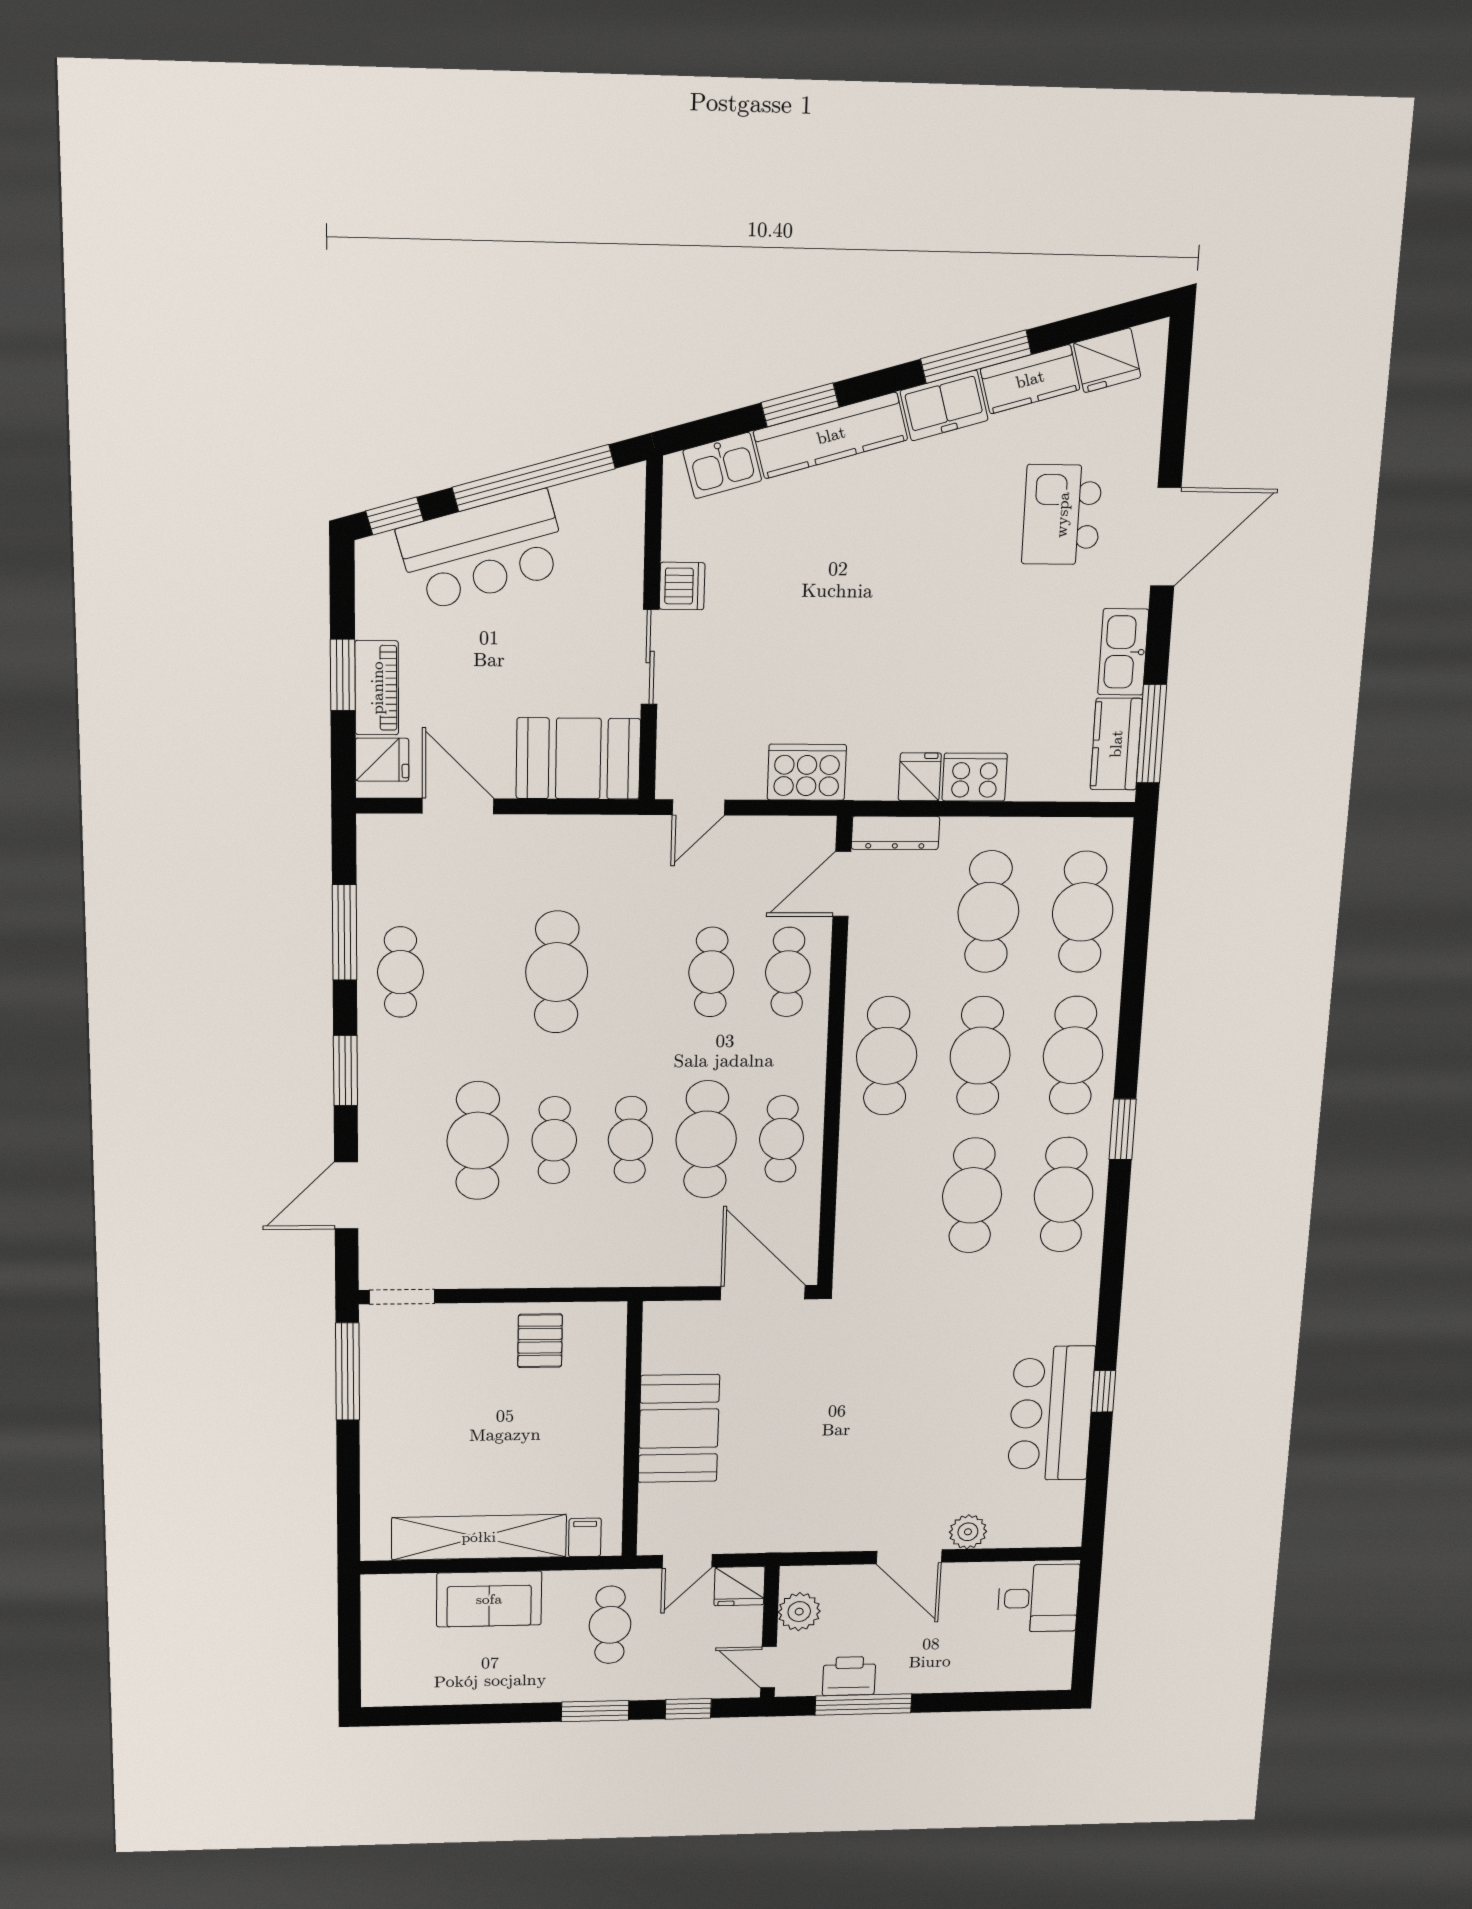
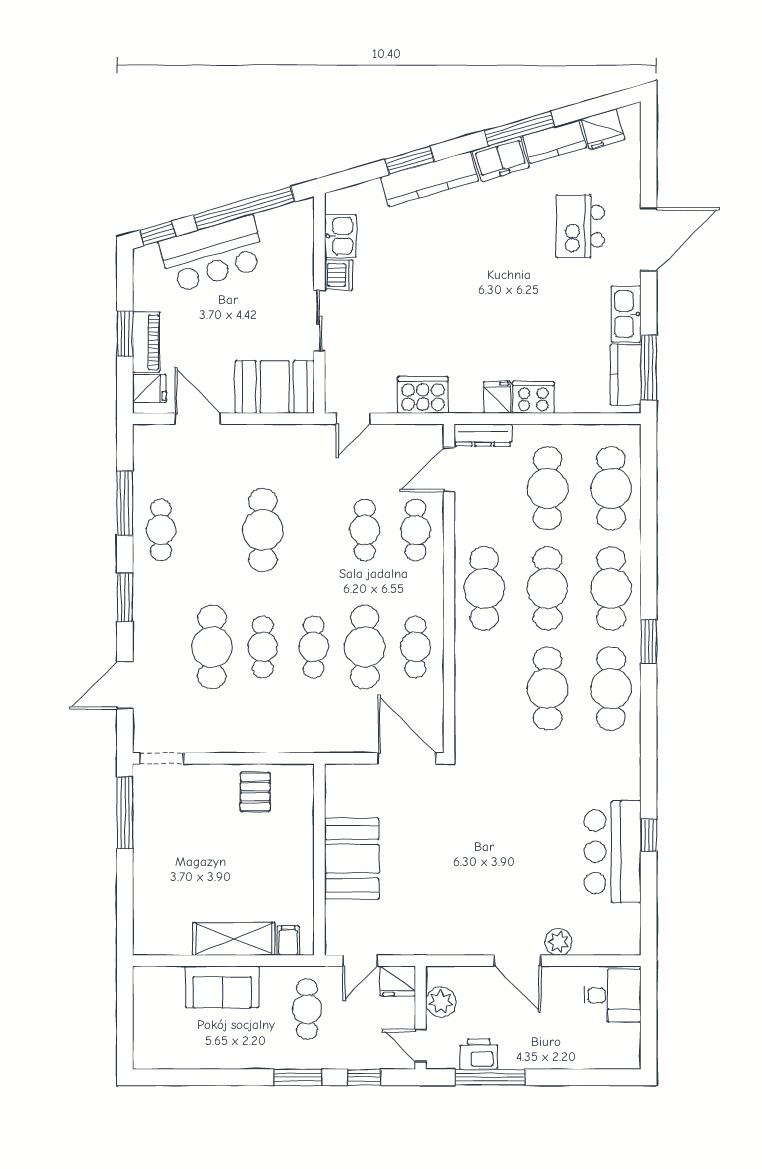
kitchen sink: (722, 465) -> (340, 236), moved, turned -74
shelving: (479, 1537) -> (234, 939), width x0.68

